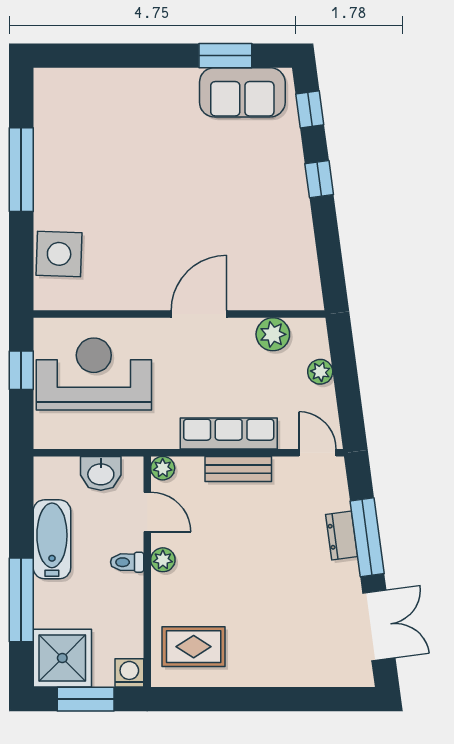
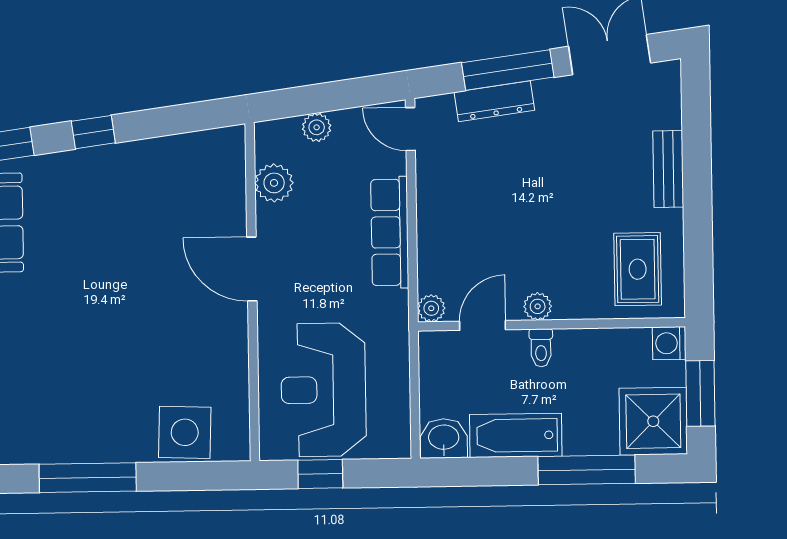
door: (317, 453) -> (410, 129), hinge flipped
bench: (238, 469) -> (668, 169), moved
washbasin: (101, 473) -> (444, 438), moved, turned -90
dresser: (342, 535) -> (494, 101), width x1.44

